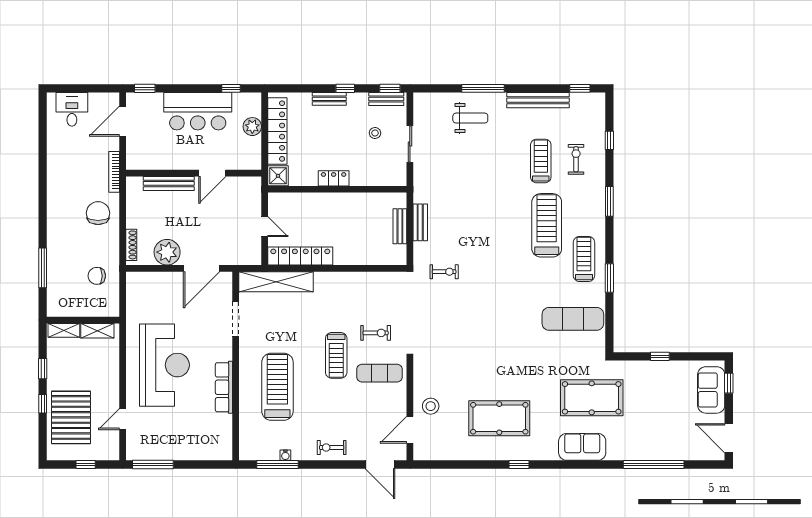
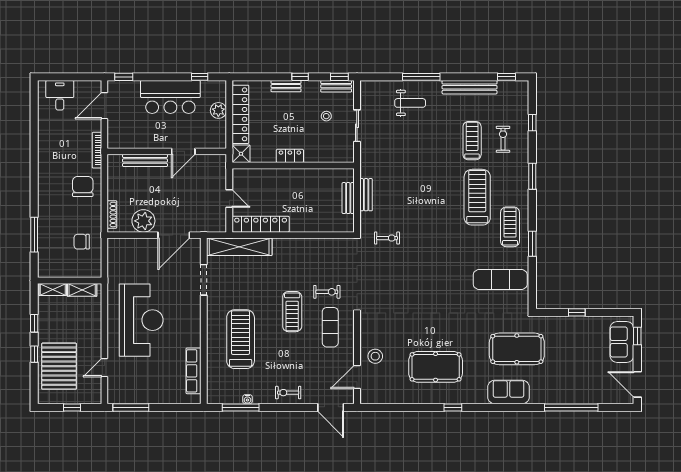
exercise mat: (380, 373) -> (330, 327), turned 90
row of seats: (224, 387) -> (193, 371), moved

